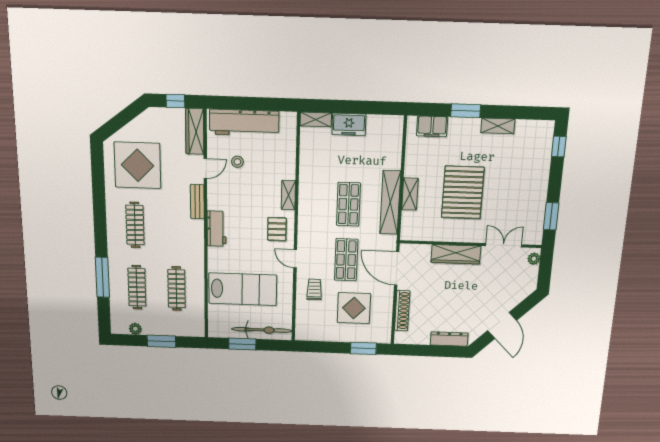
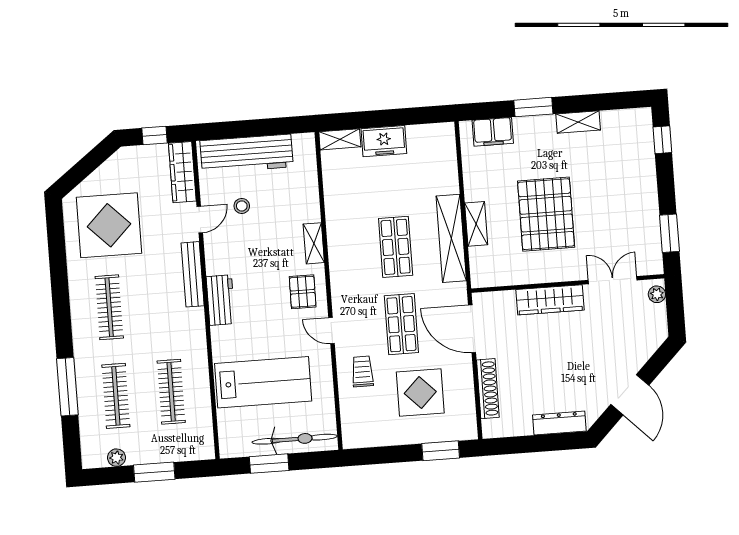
bench: (197, 202) -> (193, 274), width x1.36

